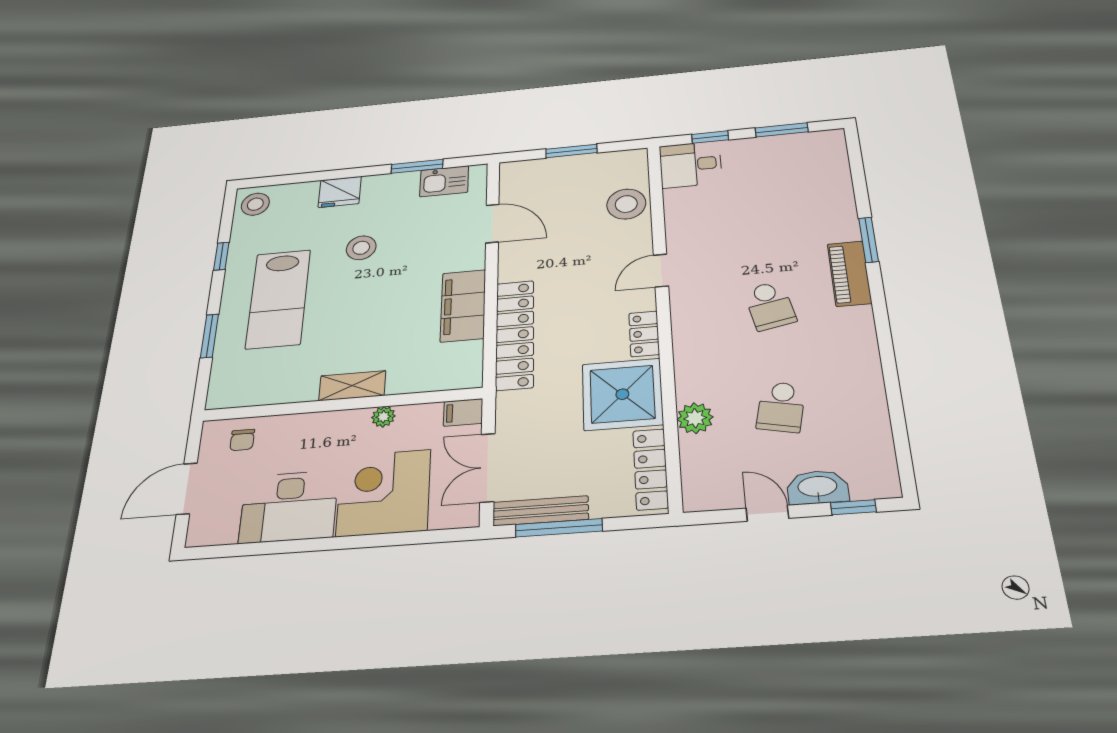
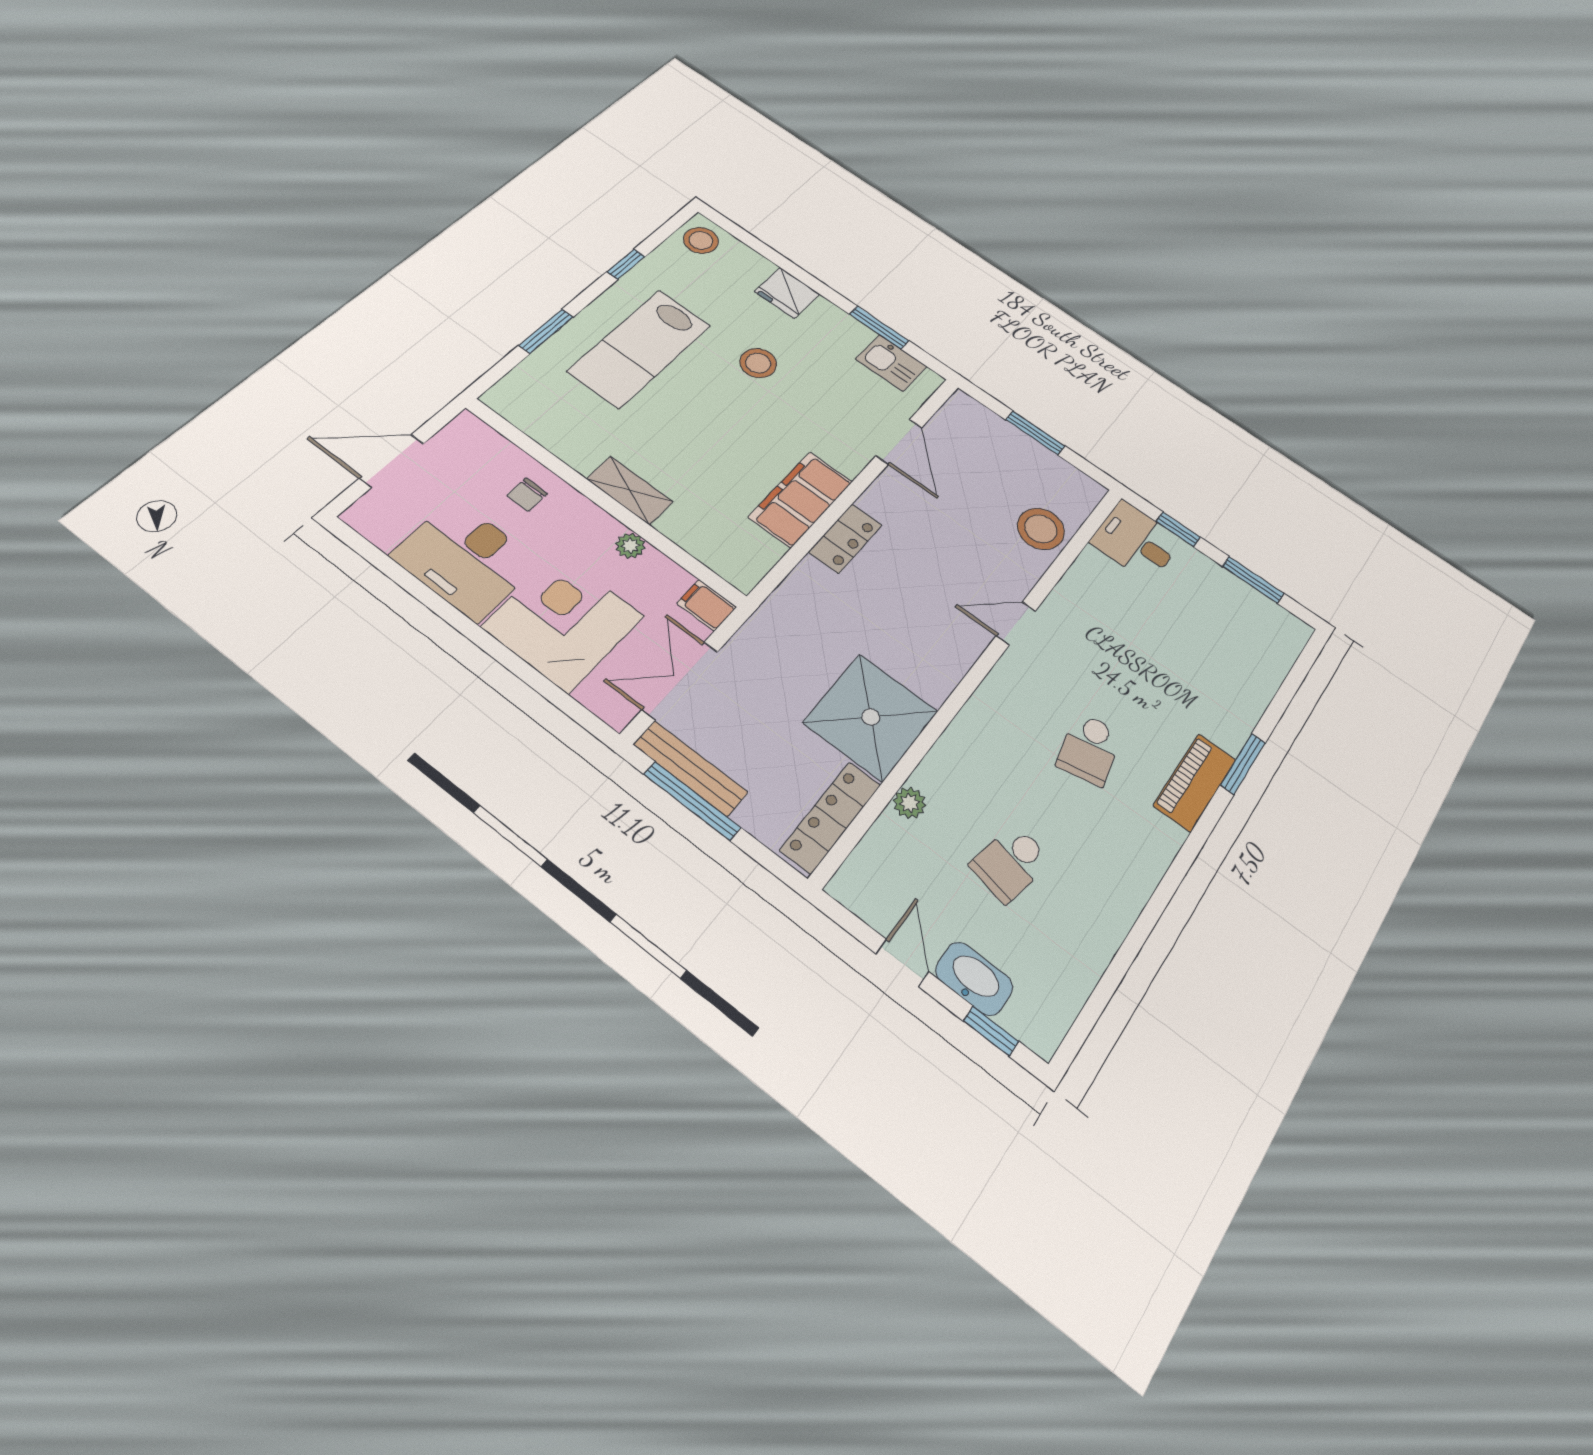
locker: (644, 334) -> (945, 674), removed
locker: (515, 335) -> (845, 538), width x0.46, depth x0.83
plant: (695, 418) -> (910, 803), width x0.73, depth x0.73
chair: (242, 440) -> (527, 495), moved

